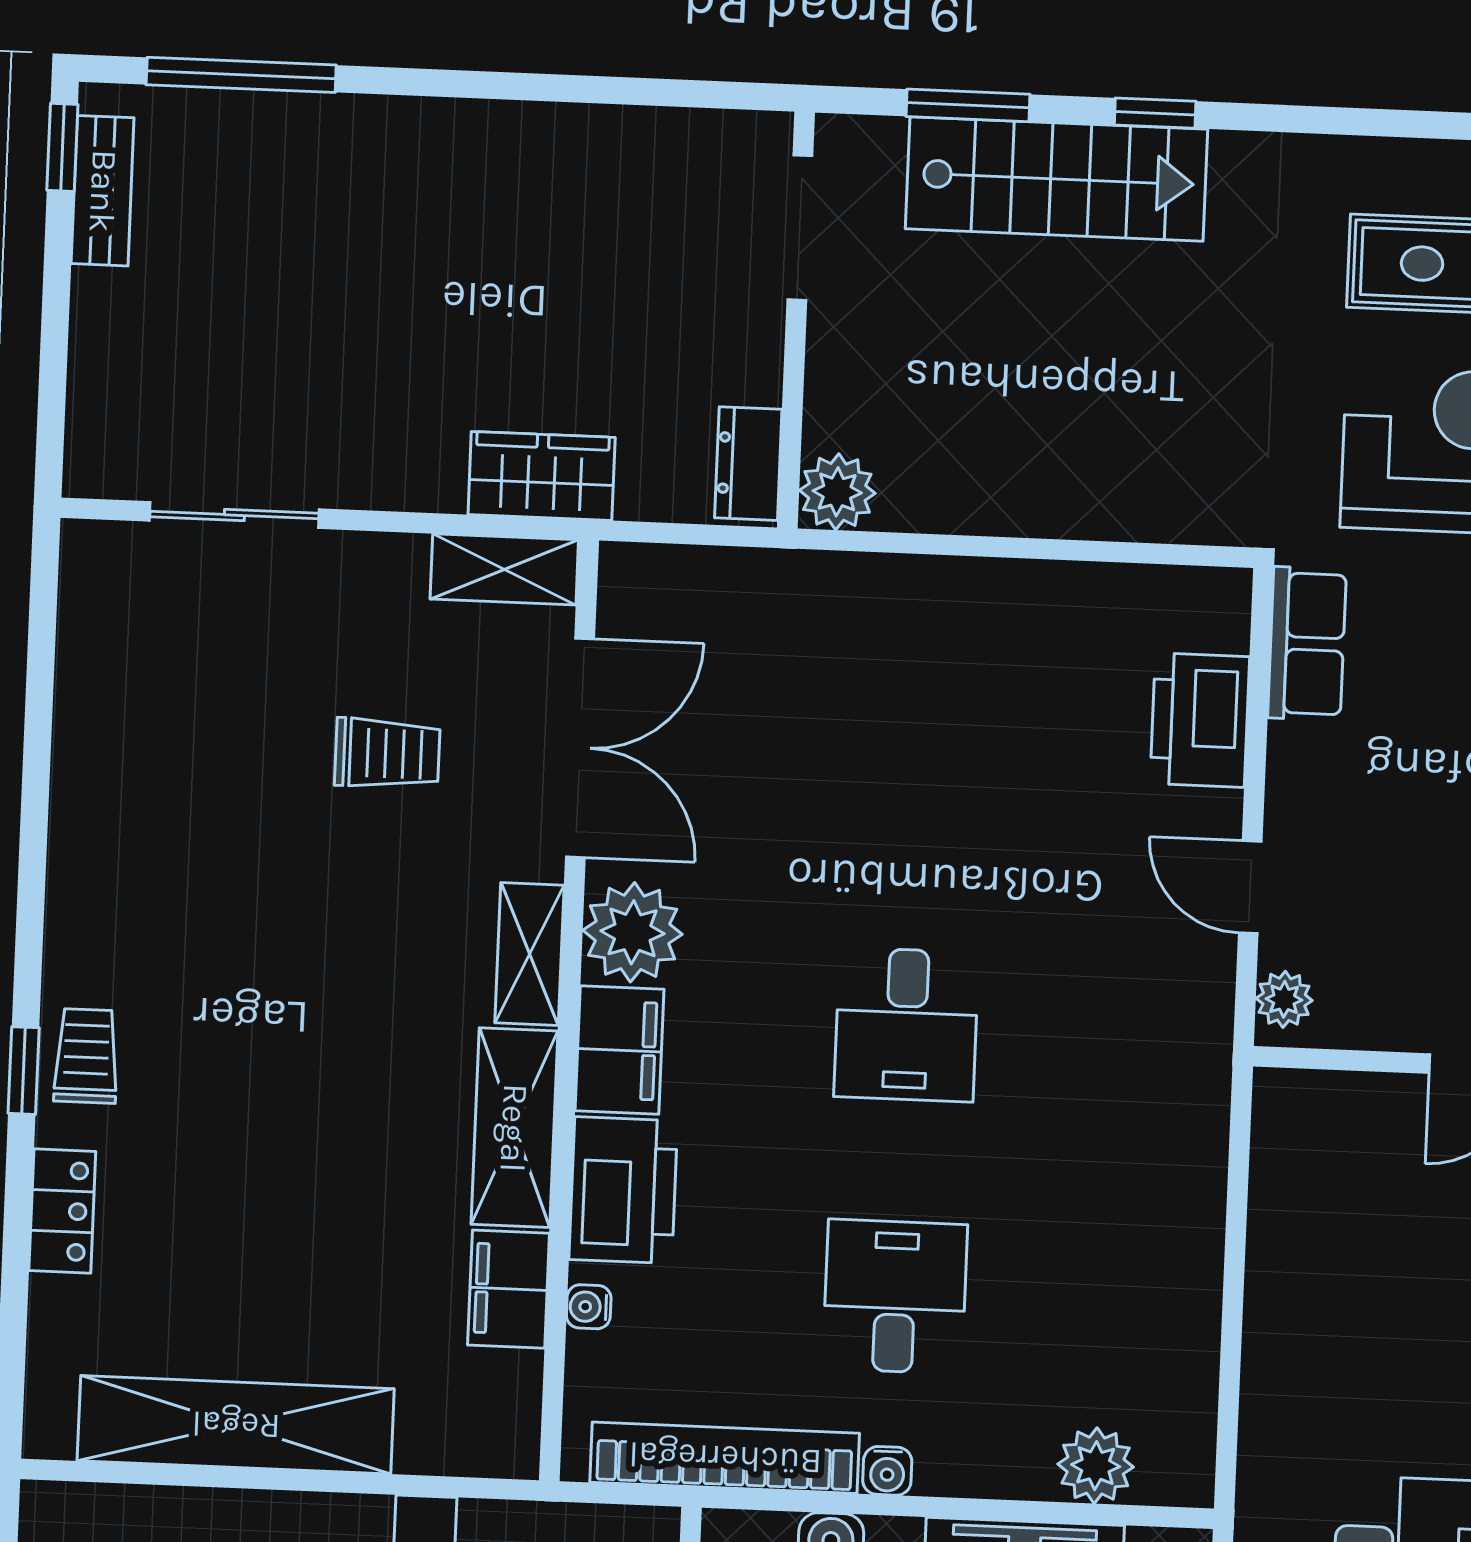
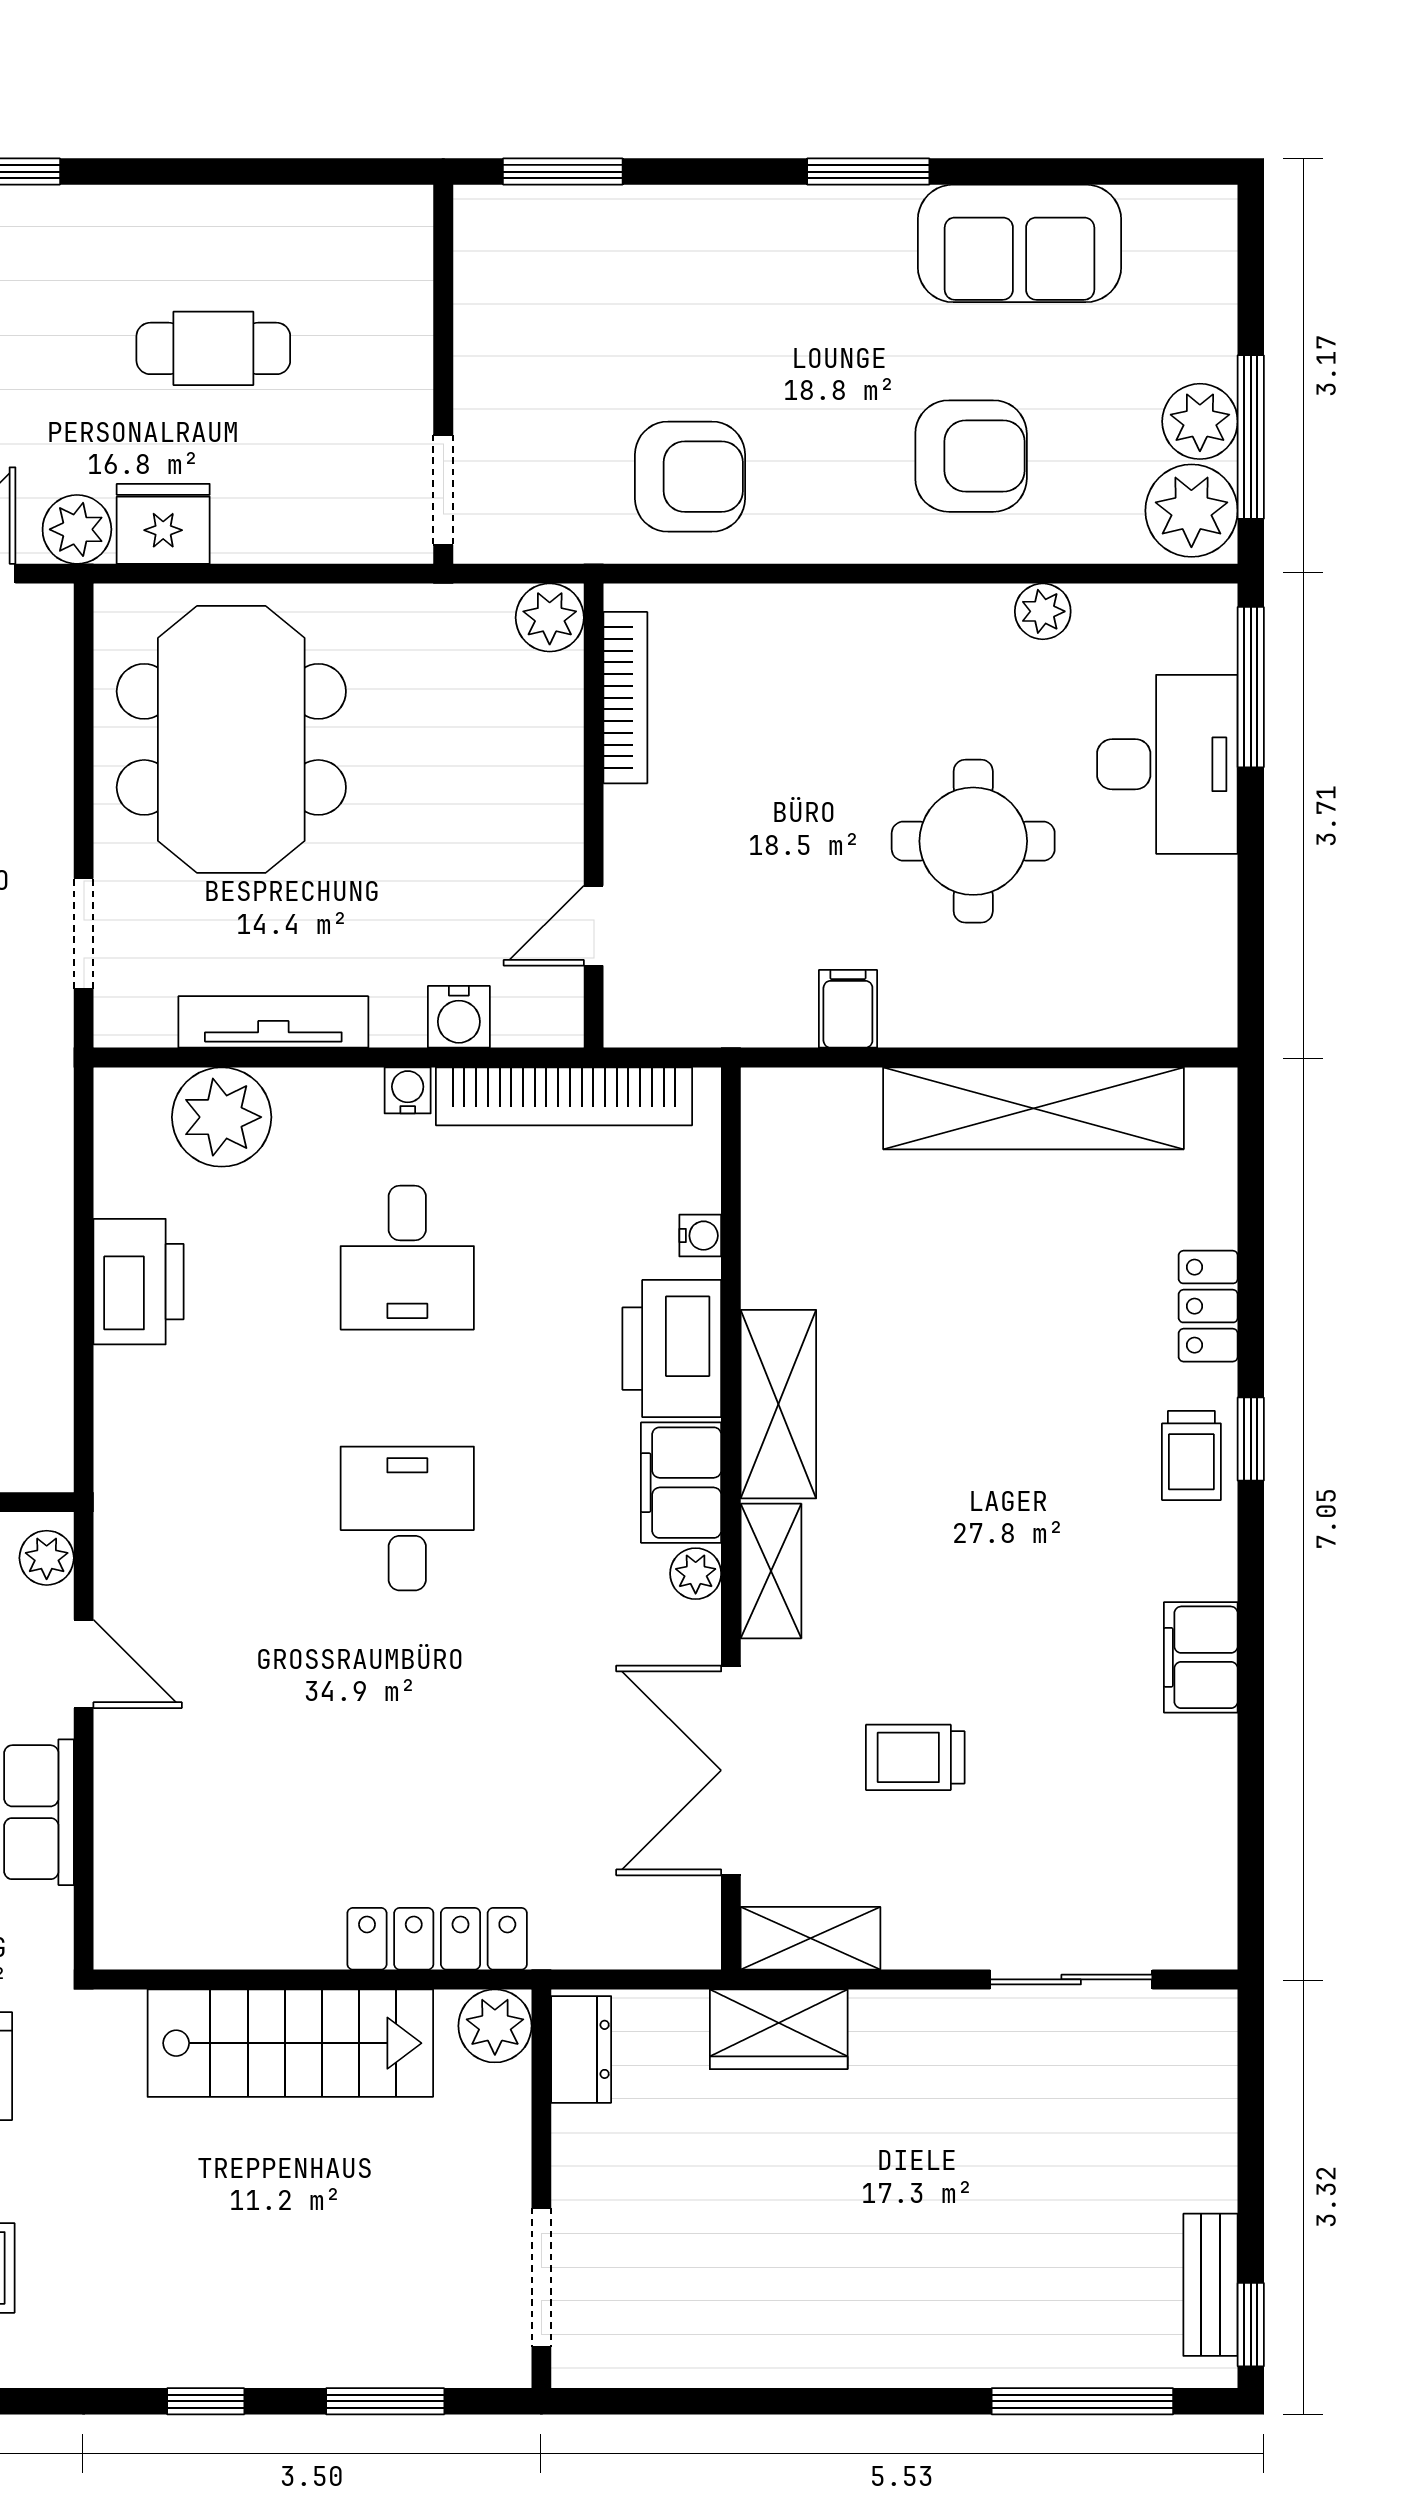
stairs: (1057, 179) -> (290, 2043), moved, turned 180
locker: (894, 585) -> (437, 1939), added
row of seats: (1307, 644) -> (39, 1812), moved
printer: (1200, 720) -> (139, 1282), moved
plant: (633, 932) -> (696, 1574), width x0.53, depth x0.53
filing cabinet: (509, 1289) -> (1201, 1657), moved, turned 180
plant: (1096, 1466) -> (222, 1117), width x1.36, depth x1.36

